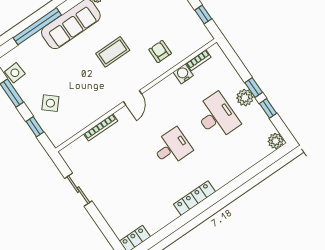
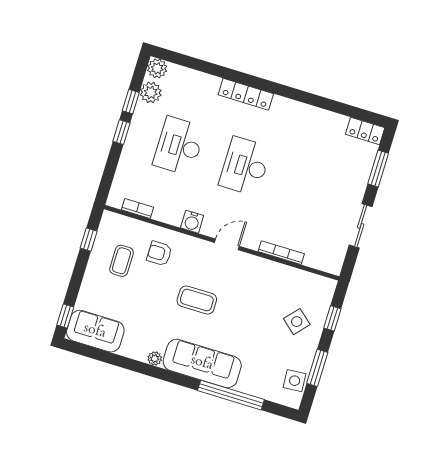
coffee table: (174, 24) -> (122, 261), added
armchair: (160, 52) -> (159, 253), turned 90
water cooler: (183, 74) -> (192, 222), moved
plant: (245, 98) -> (151, 92), moved
desk: (172, 147) -> (245, 166), width x1.37
locker: (195, 198) -> (246, 94), moved
window: (105, 229) -> (378, 169), added

